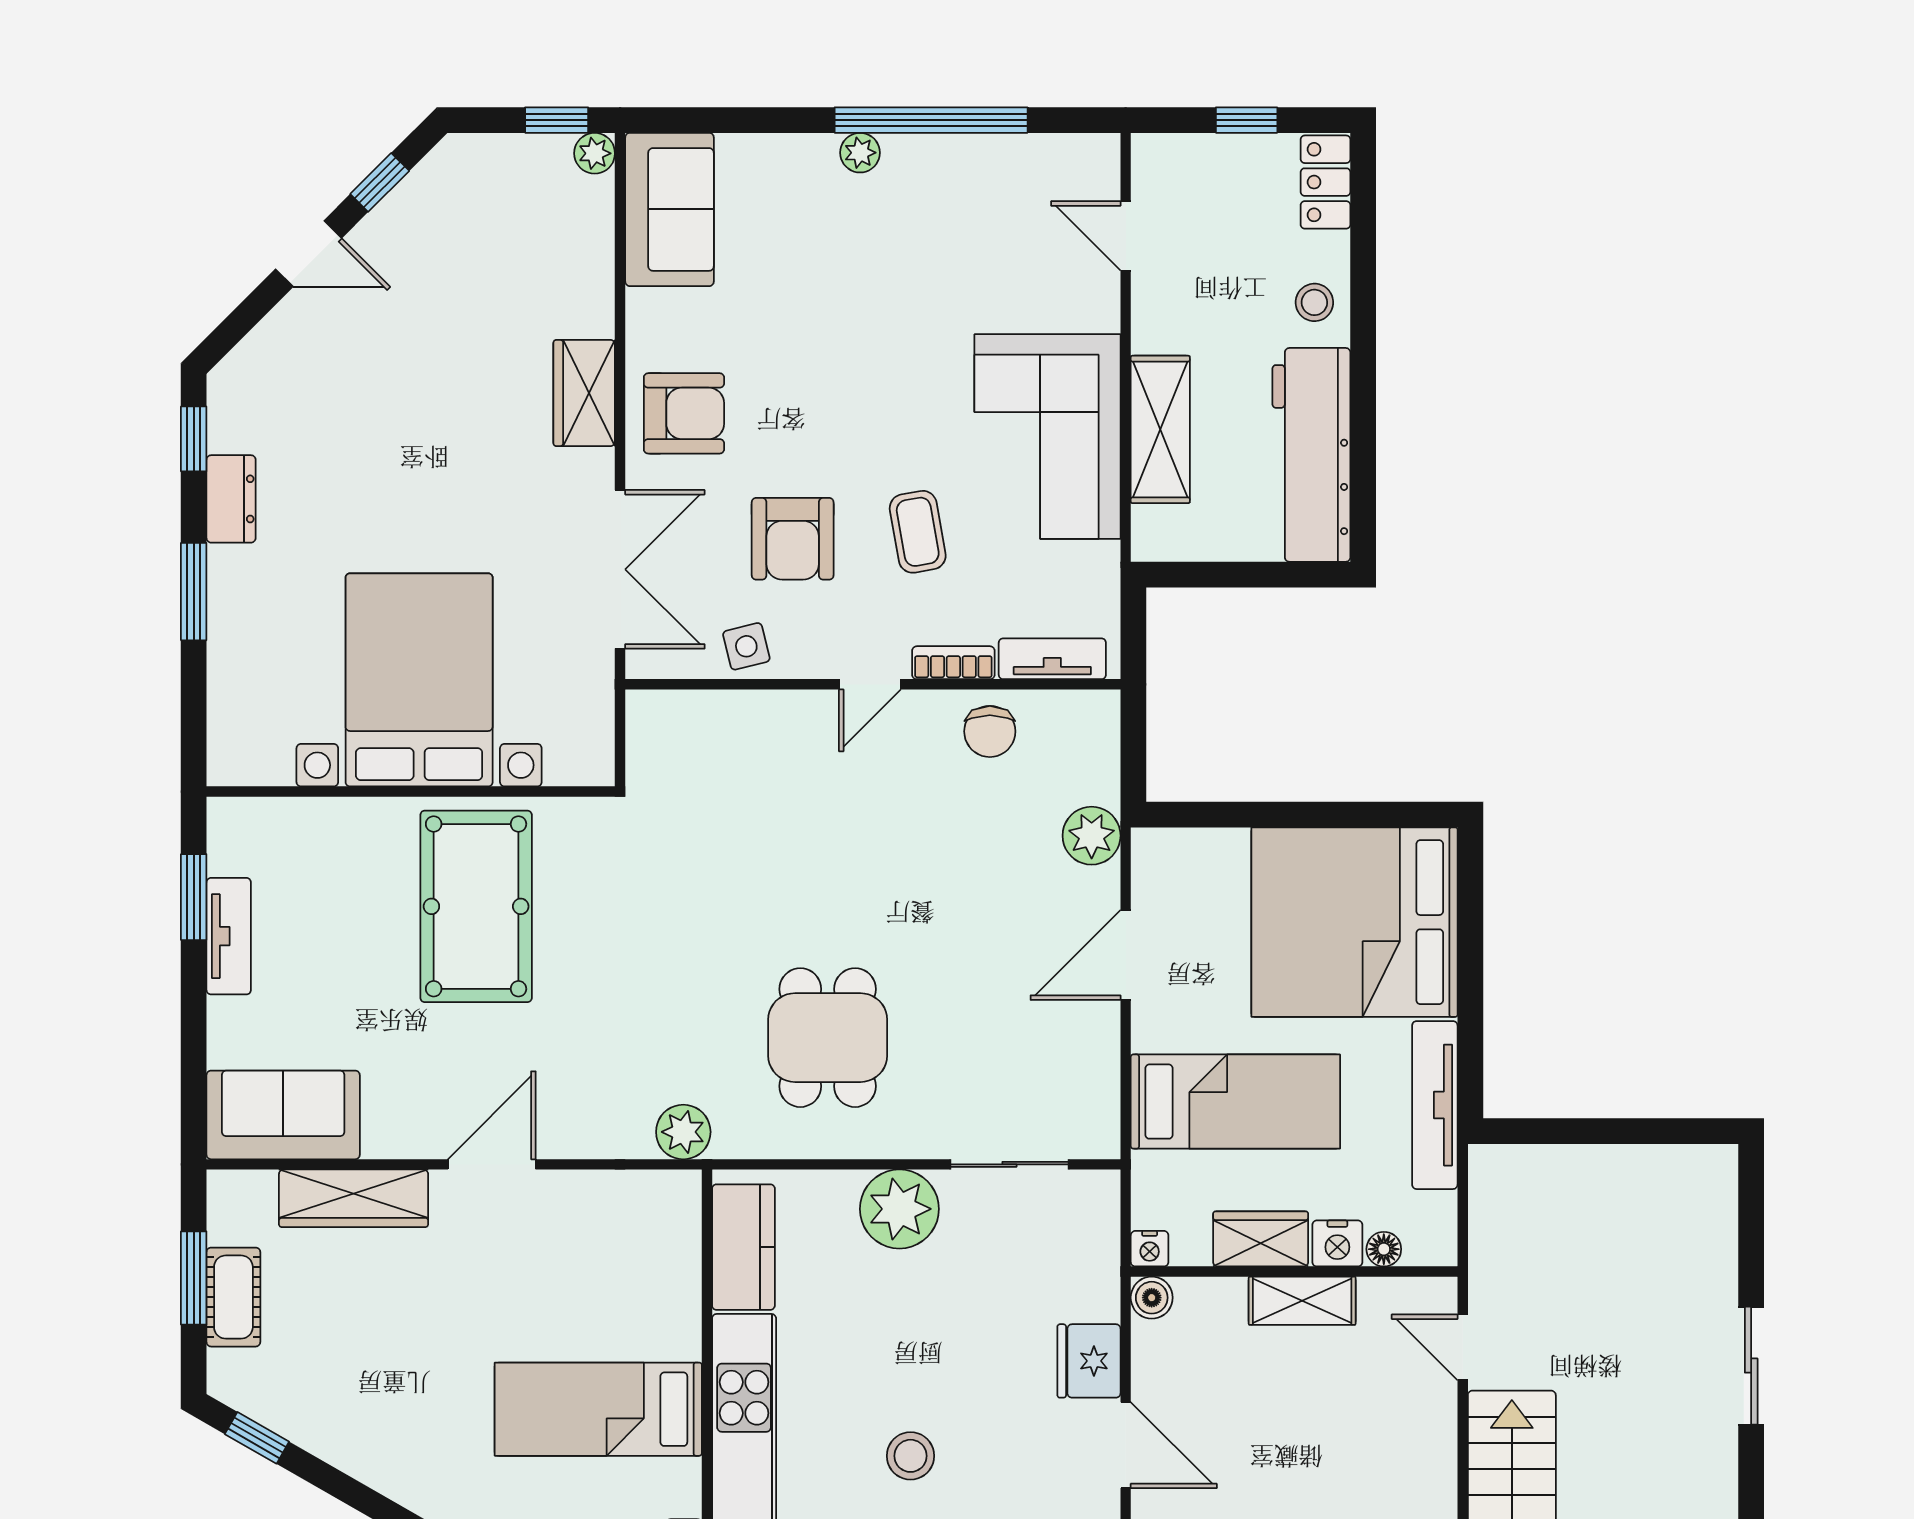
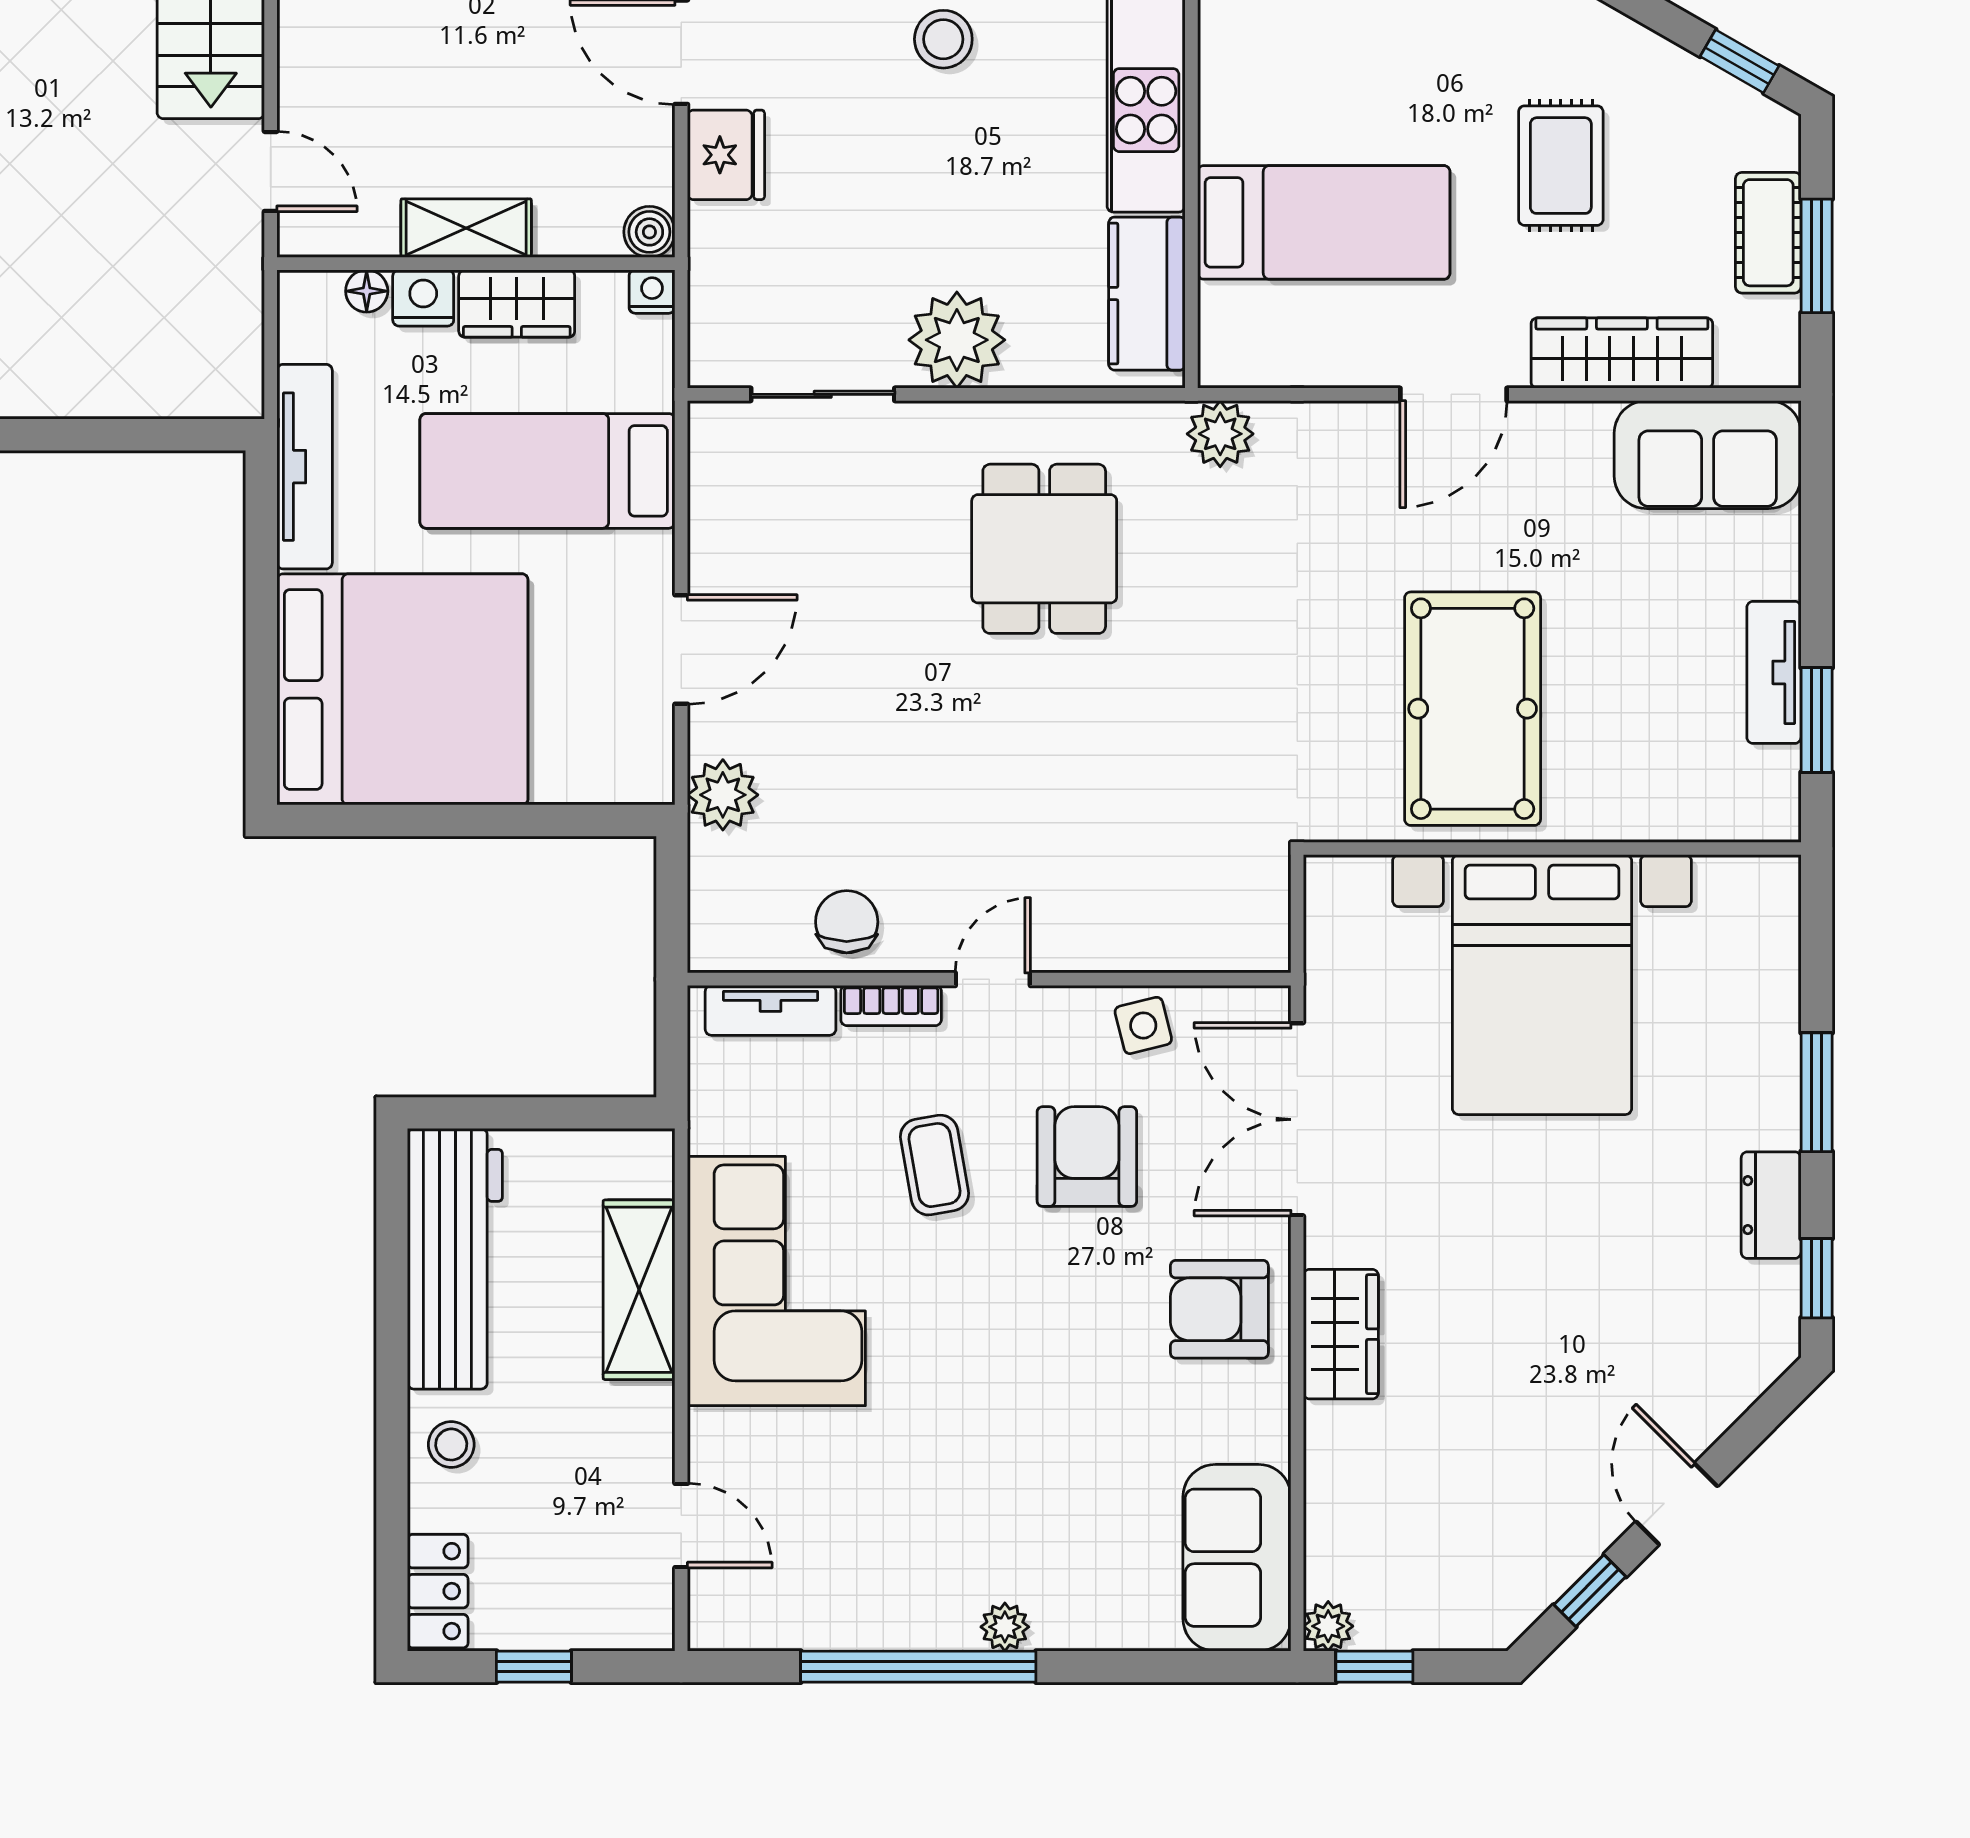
door: (309, 254) -> (1677, 1504), hinge flipped
rug: (404, 1352) -> (1561, 166), added
bed: (598, 1409) -> (1324, 222), moved

